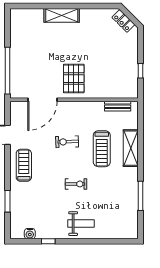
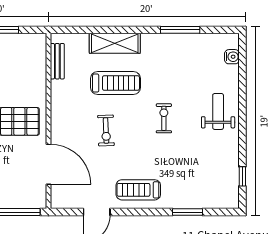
water cooler: (30, 234) -> (232, 57), moved
window: (48, 241) -> (242, 176), moved

